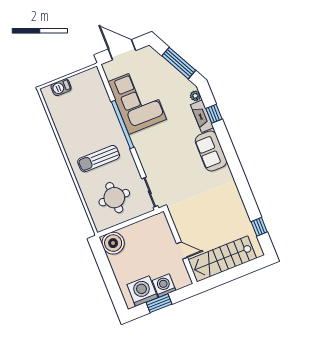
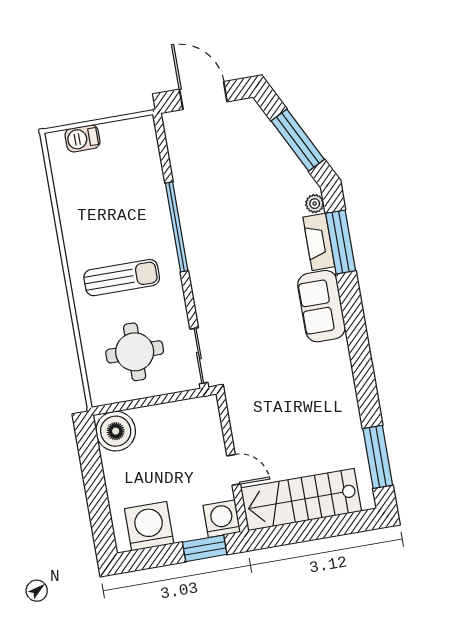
corner sofa: (137, 101) -> (211, 190), removed
window: (214, 114) -> (341, 242), width x2.17
sun lounger: (99, 159) -> (122, 278), turned 180
window: (259, 227) -> (378, 457), width x2.17
washing machine: (164, 286) -> (222, 519), moved
window: (159, 303) -> (205, 548), moved

